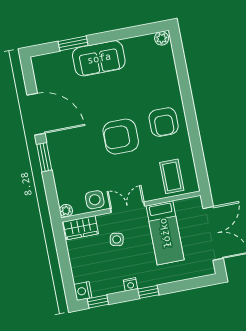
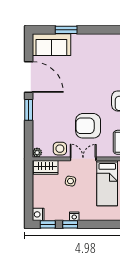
sofa: (99, 58) -> (51, 45), moved
armchair: (121, 137) -> (88, 126), moved
window: (148, 292) -> (70, 224), moved

